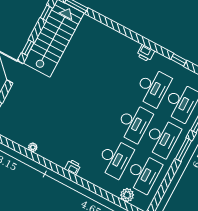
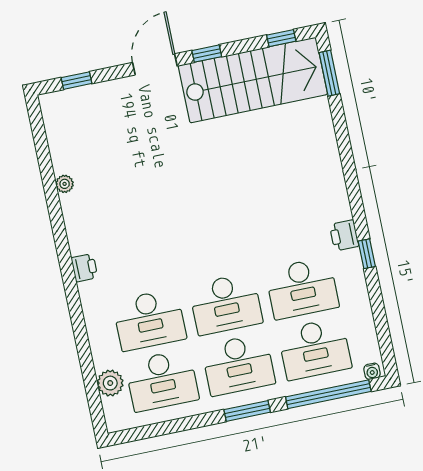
window: (179, 60) -> (367, 254), moved

